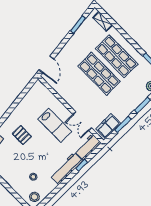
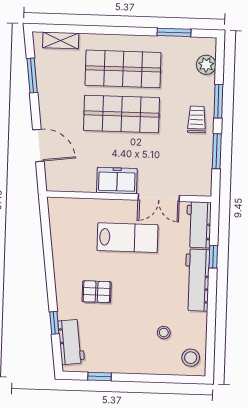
door: (46, 64) -> (38, 145), moved
trolley: (127, 104) -> (197, 119), added
freezer: (108, 126) -> (117, 181), moved, turned 90

